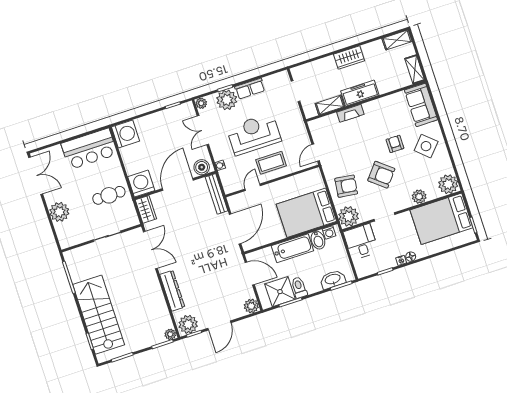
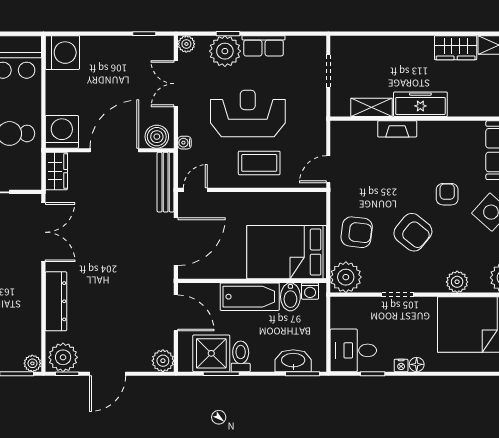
wardrobe: (349, 58) -> (456, 48), moved
door: (253, 187) -> (195, 190), moved
desk: (361, 242) -> (353, 350), moved, turned -90

